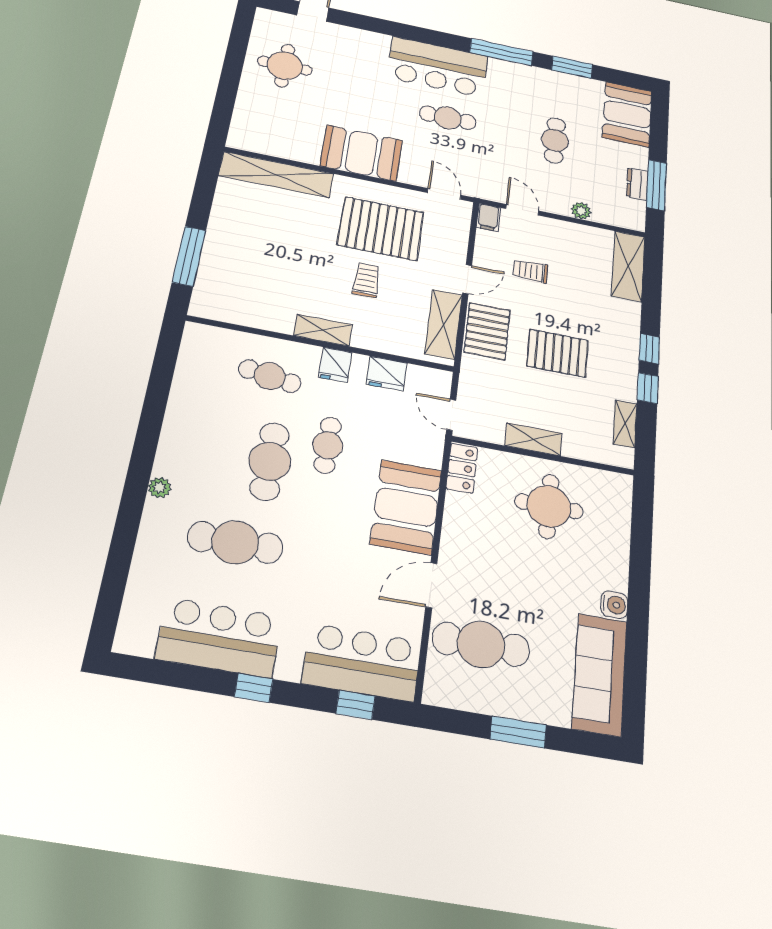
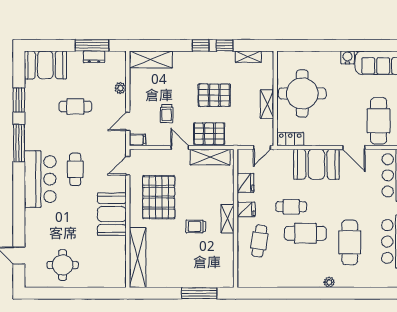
trolley: (366, 280) -> (196, 226), moved
pallet: (557, 353) -> (214, 95), turned 90
round table: (549, 506) -> (302, 93), width x1.36, depth x1.36

